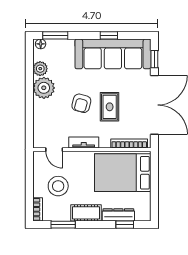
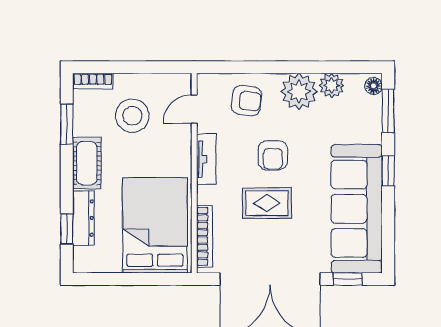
window: (109, 35) -> (388, 171), moved
armchair: (81, 103) -> (273, 155), turned -105
armchair: (49, 119) -> (246, 101), added

